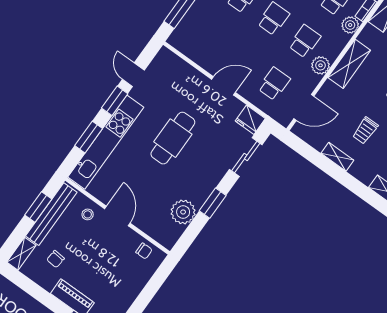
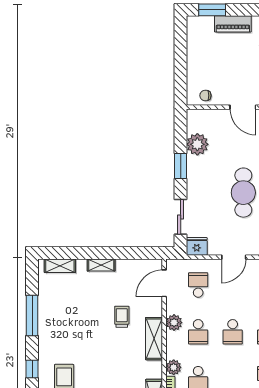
school desk: (274, 84) -> (198, 285), turned 180
trolley: (365, 131) -> (122, 317), moved
shelving: (337, 157) -> (101, 265), moved

